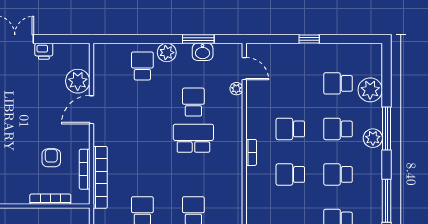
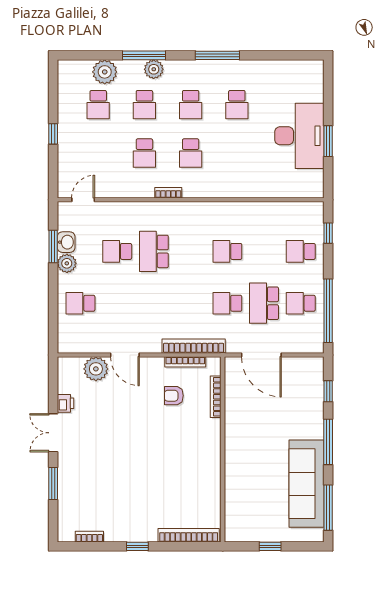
plant: (167, 53) -> (67, 263), moved
plant: (236, 89) -> (104, 208), removed

